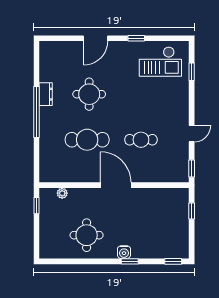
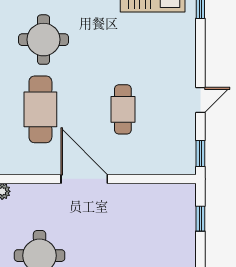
cafe table: (87, 140) -> (40, 109), turned 90
cafe table: (141, 140) -> (123, 109), turned 90

